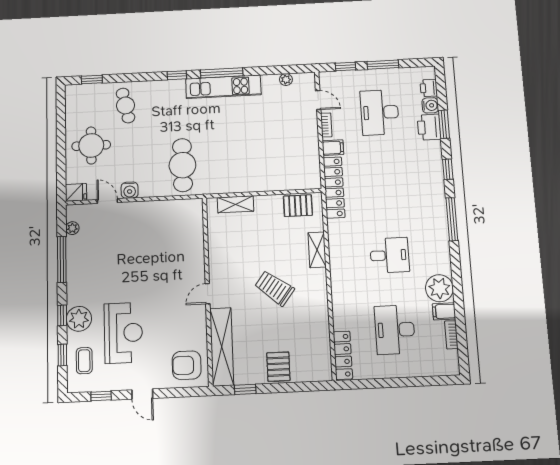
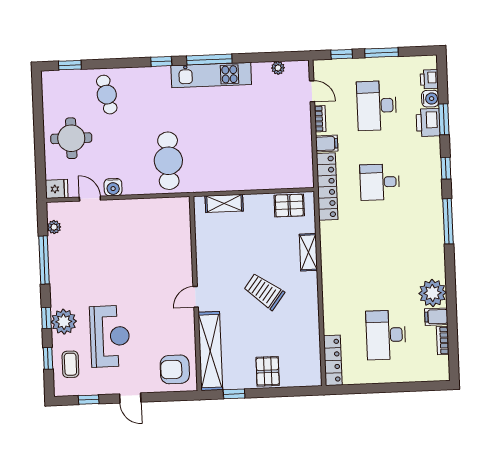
desk: (390, 255) -> (380, 182), moved, turned 180

